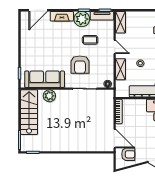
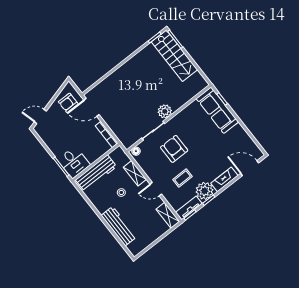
door: (38, 10) -> (250, 168), hinge flipped
sofa: (45, 79) -> (217, 110), moved, turned 90
plant: (49, 96) -> (165, 111), moved
stairs: (29, 112) -> (174, 56), moved

